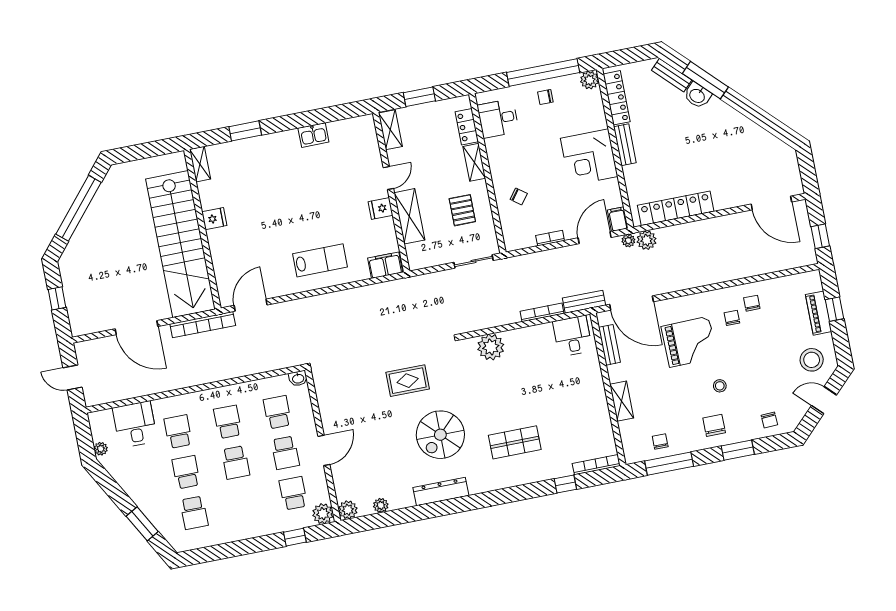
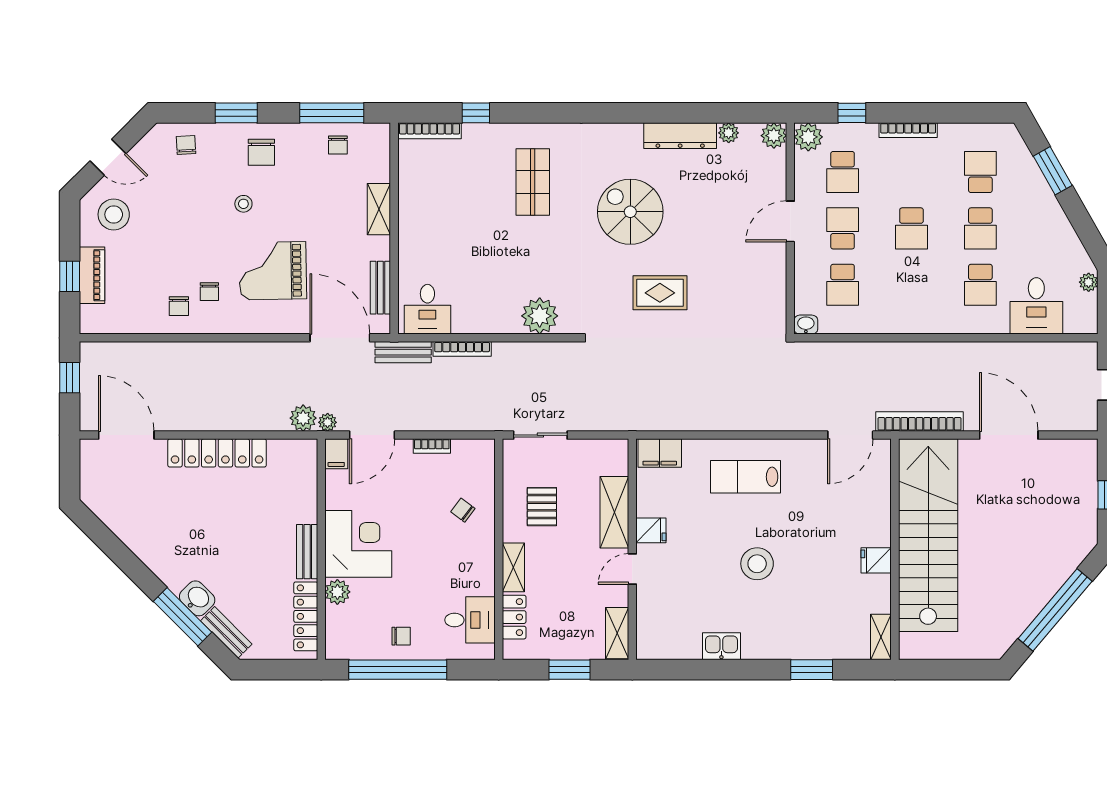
plant: (590, 80) -> (337, 592), moved
stool: (299, 199) -> (757, 564), added
locker: (676, 208) -> (217, 453), moved
school desk: (228, 422) -> (911, 285), removed
spiral stairs: (440, 435) -> (630, 212), turned -90
shop shelf: (515, 442) -> (533, 182), turned 90
school desk: (236, 462) -> (911, 228), turned 180
dresser: (441, 492) -> (680, 136), moved
bookcase: (252, 533) -> (908, 130), added

